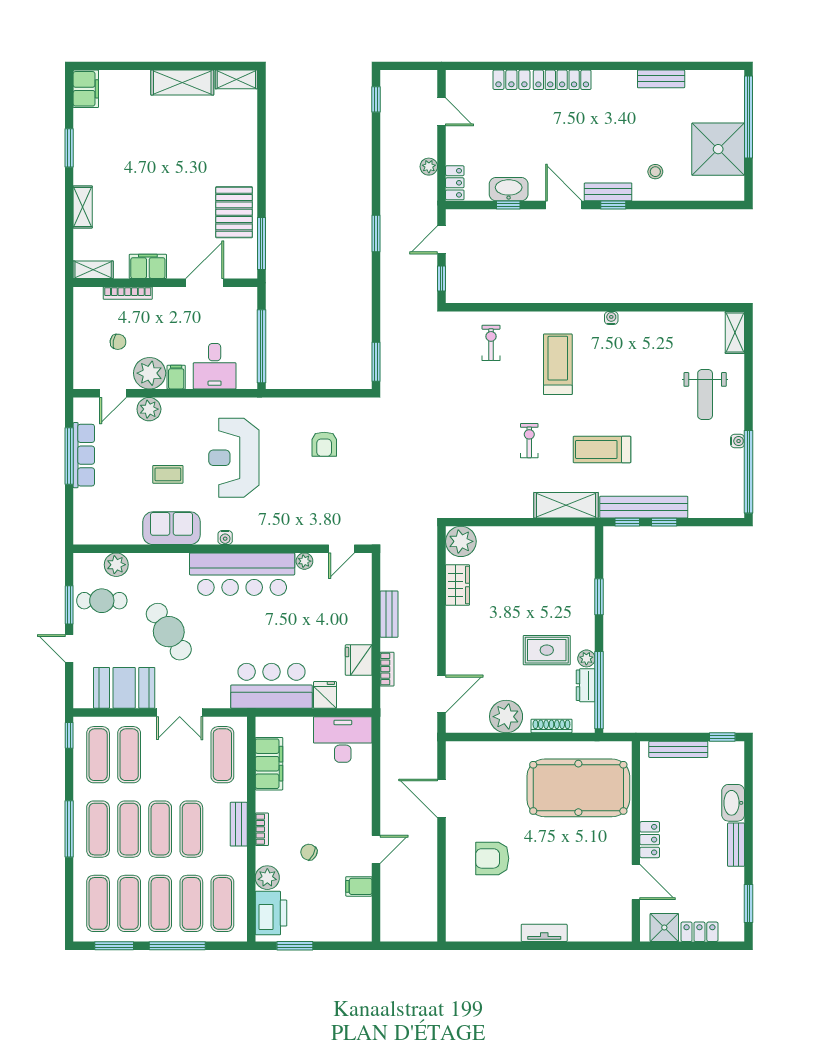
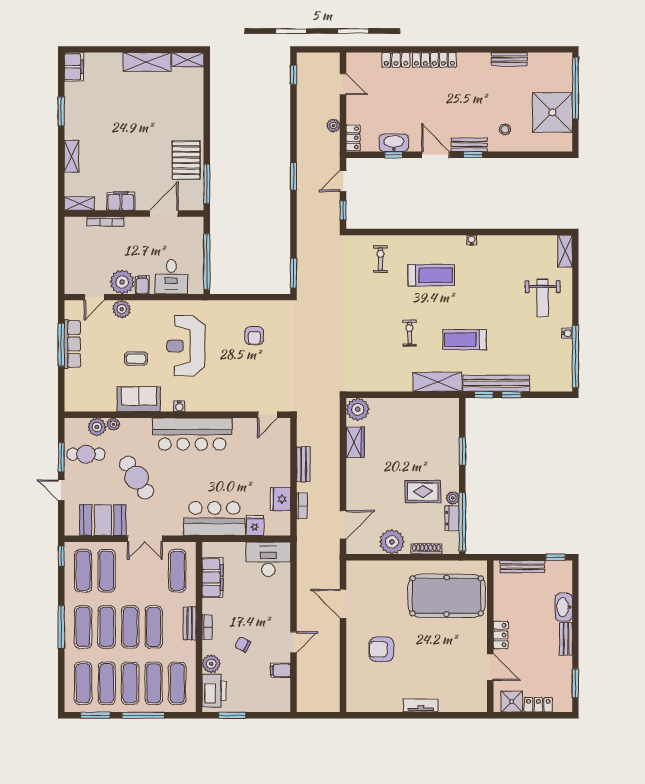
chair: (118, 342) -> (98, 258), removed
treadmill: (558, 364) -> (431, 275), turned 90
plant: (304, 561) -> (113, 424), moved

